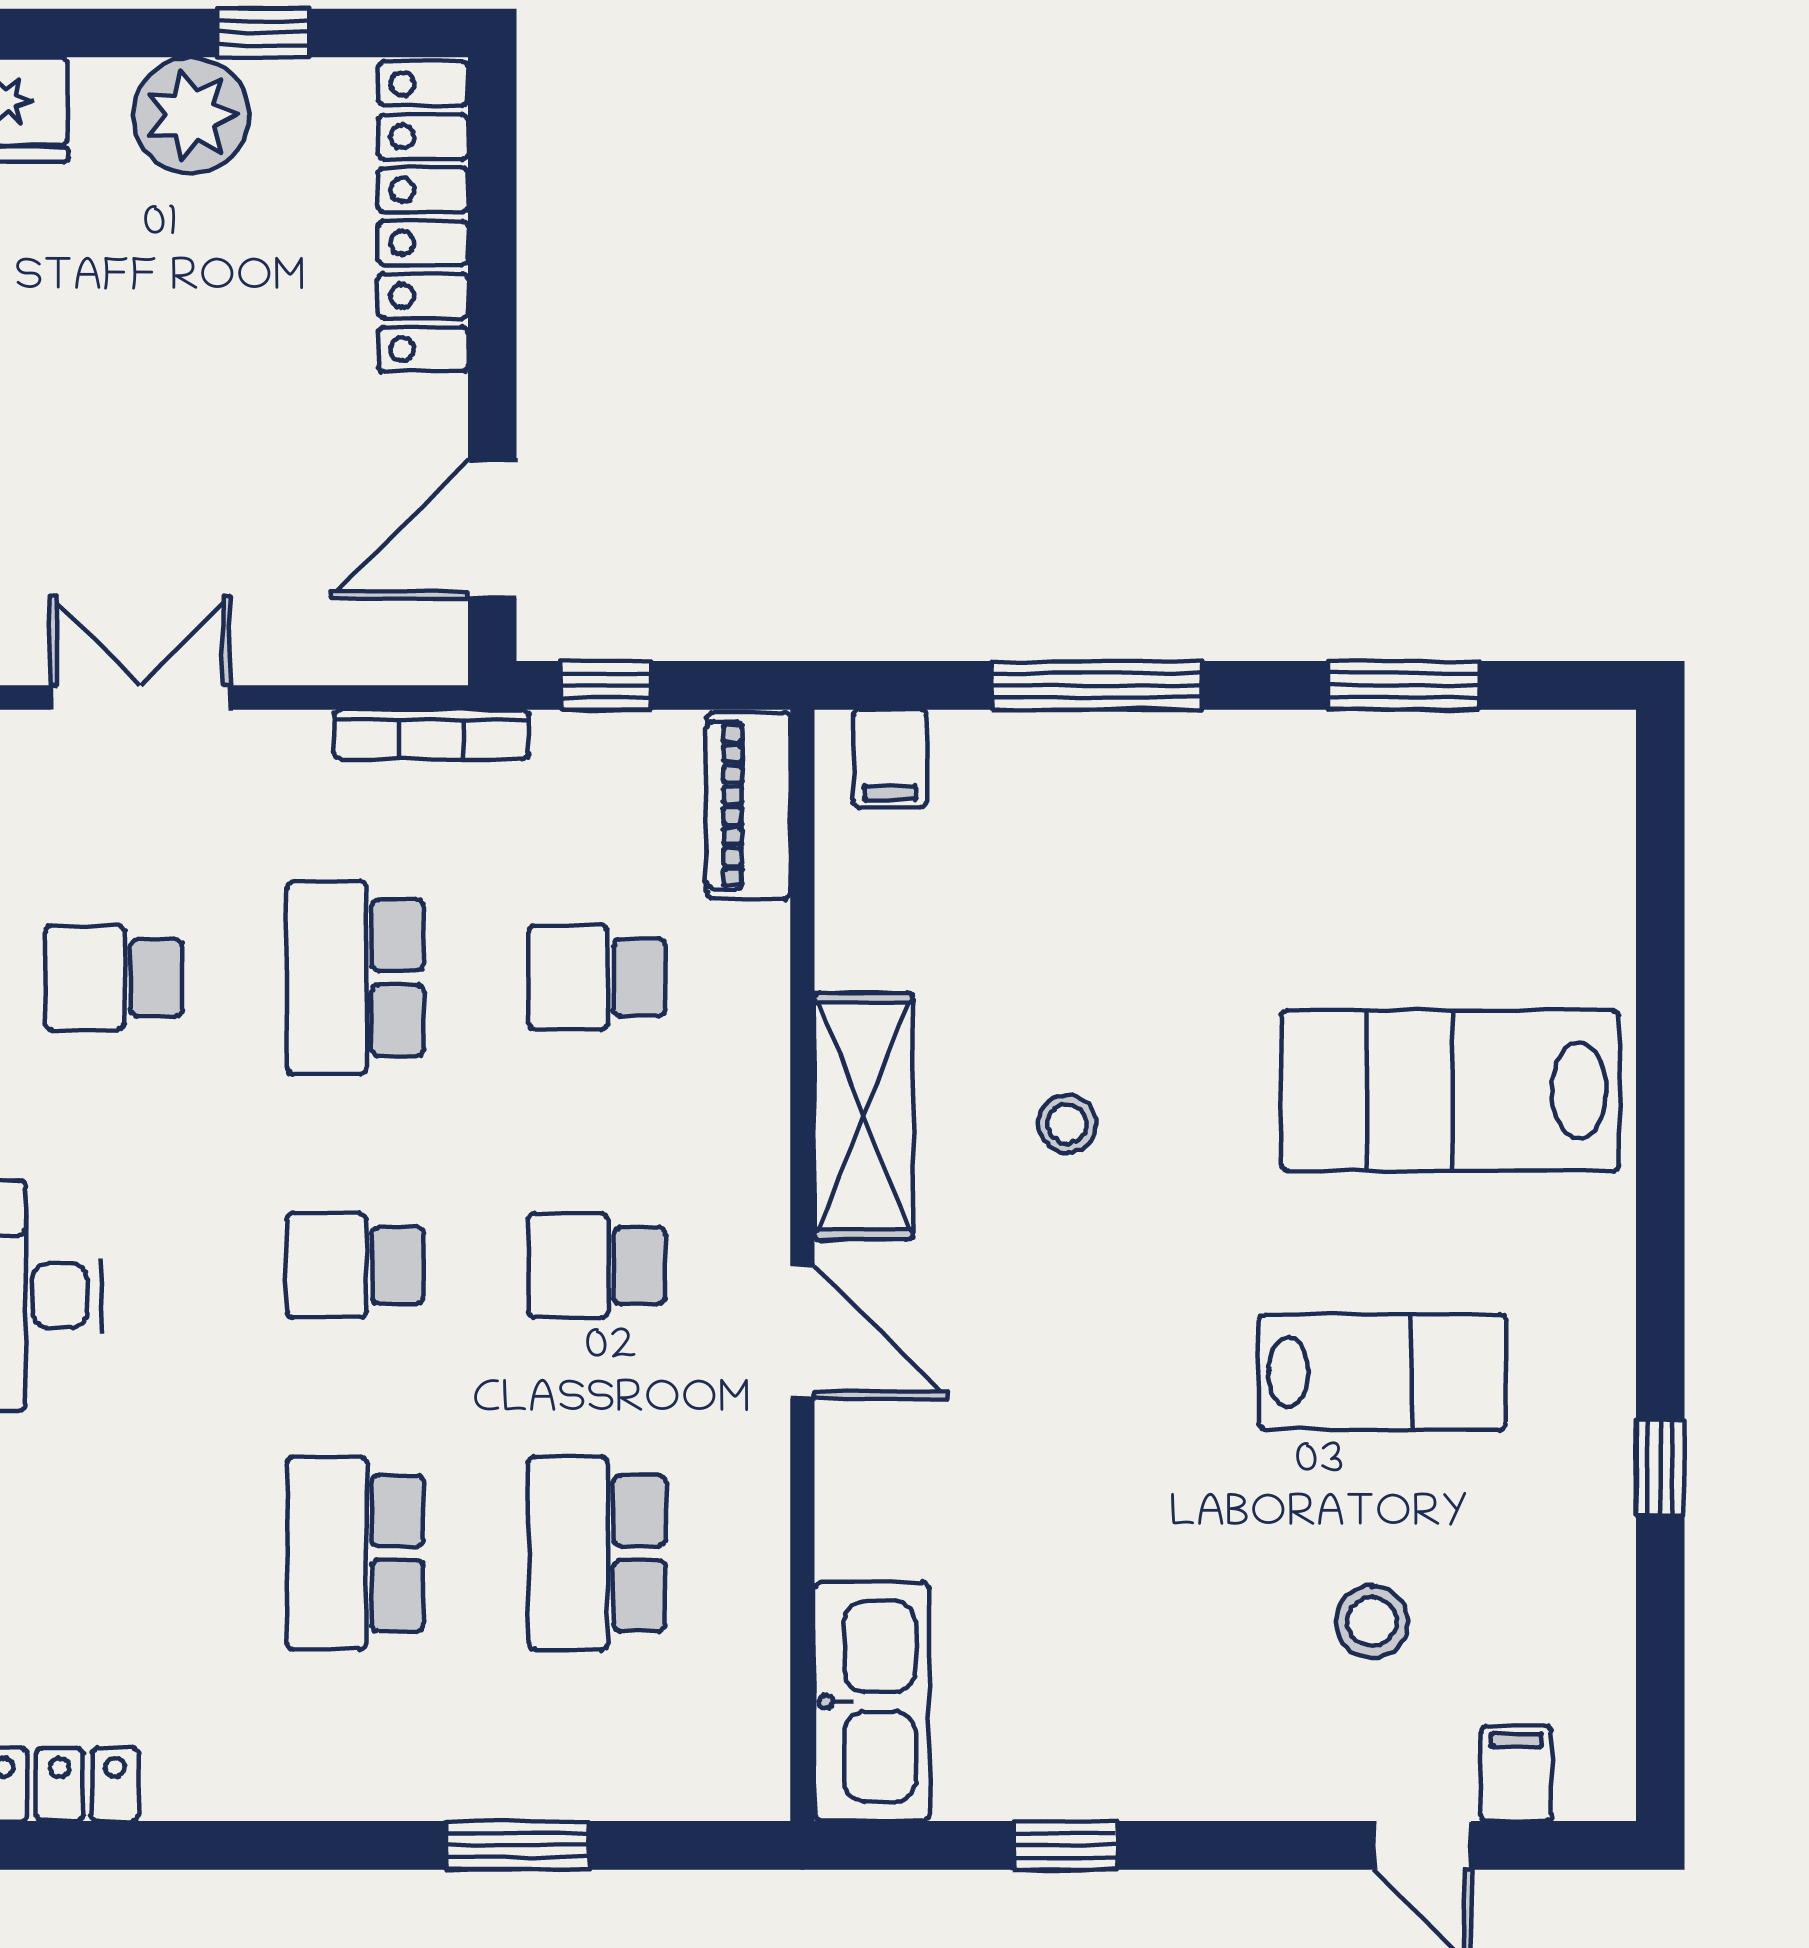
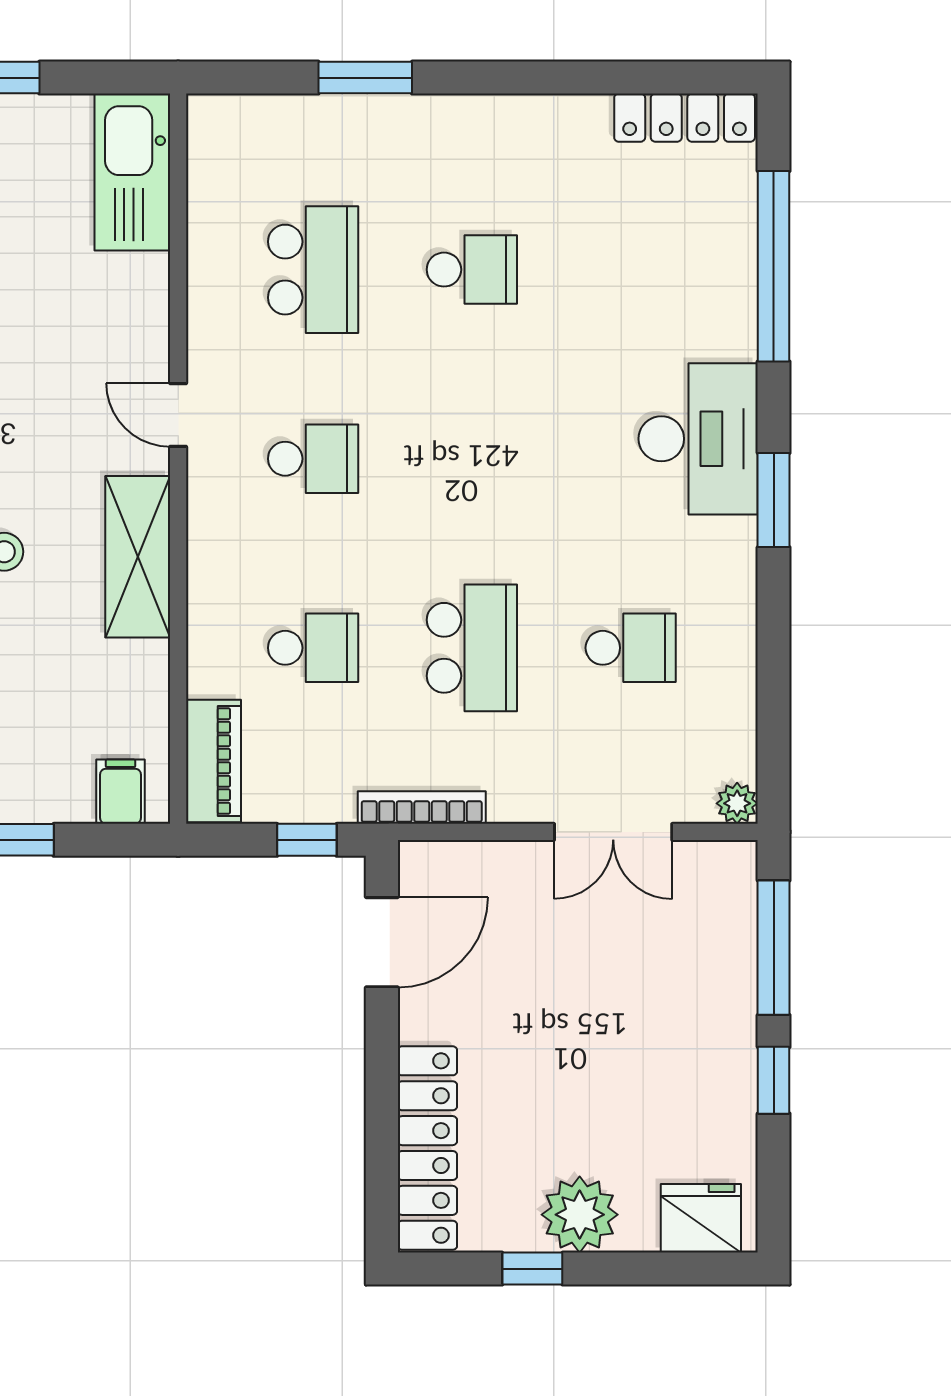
school desk: (355, 1265) -> (472, 459), removed
door: (802, 1332) -> (178, 415), width x0.73
school desk: (355, 1553) -> (472, 270), width x0.54

